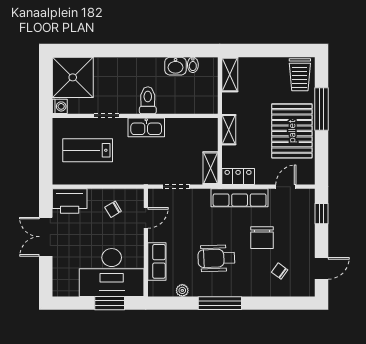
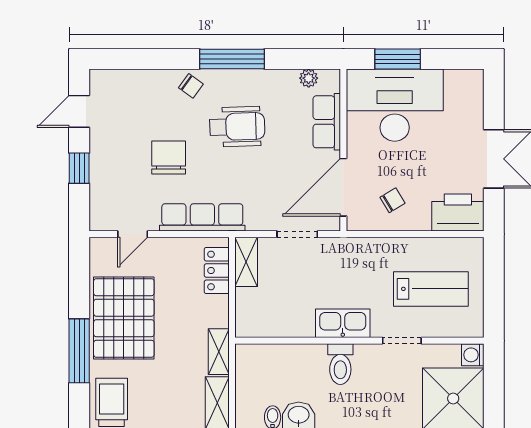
shelving: (229, 130) -> (219, 352), moved
locker: (238, 176) -> (217, 271), moved, turned 90
window: (321, 214) -> (79, 168), moved
door: (146, 218) -> (343, 187), width x1.88
chair: (280, 271) -> (191, 86), moved
plant: (182, 290) -> (309, 78), moved

